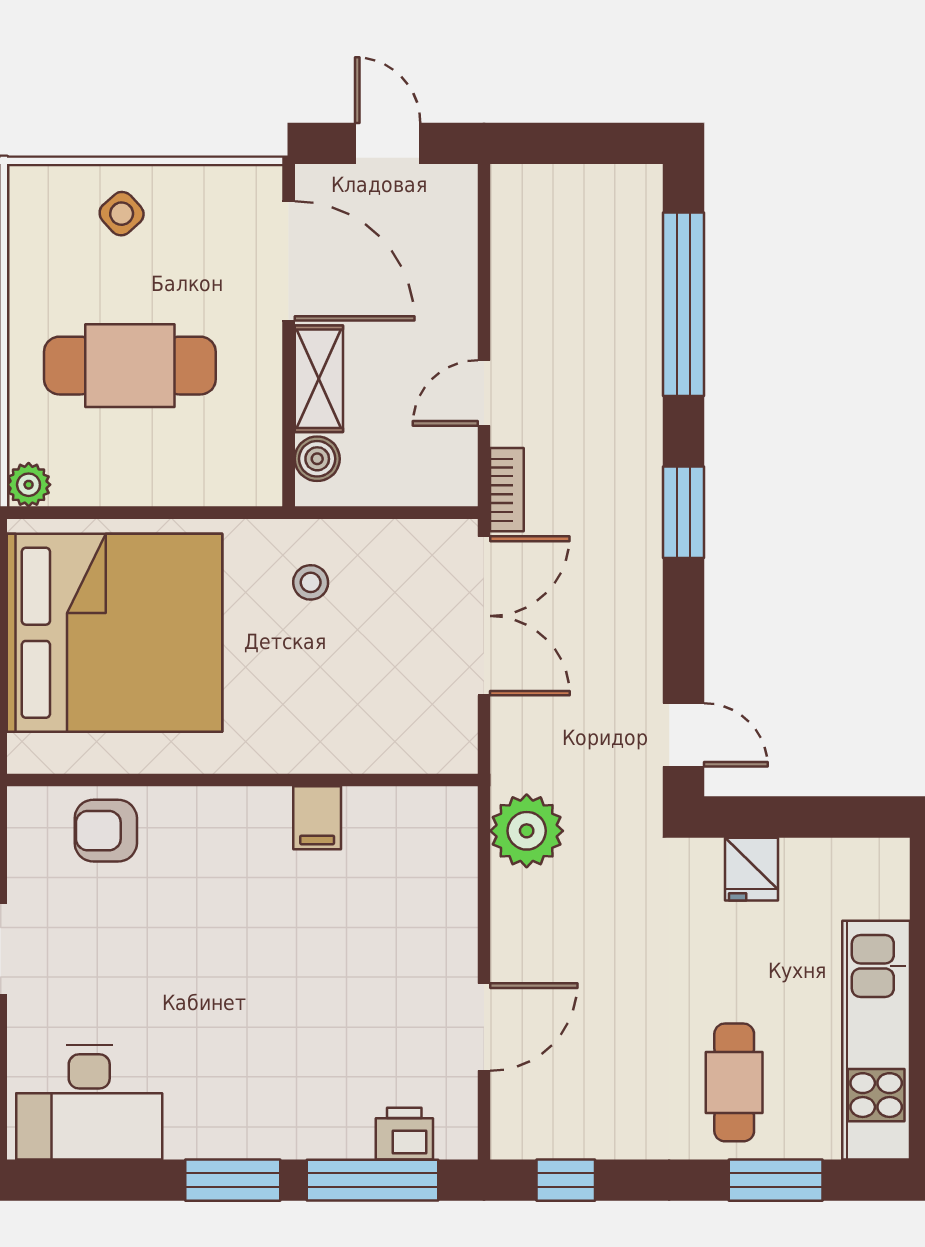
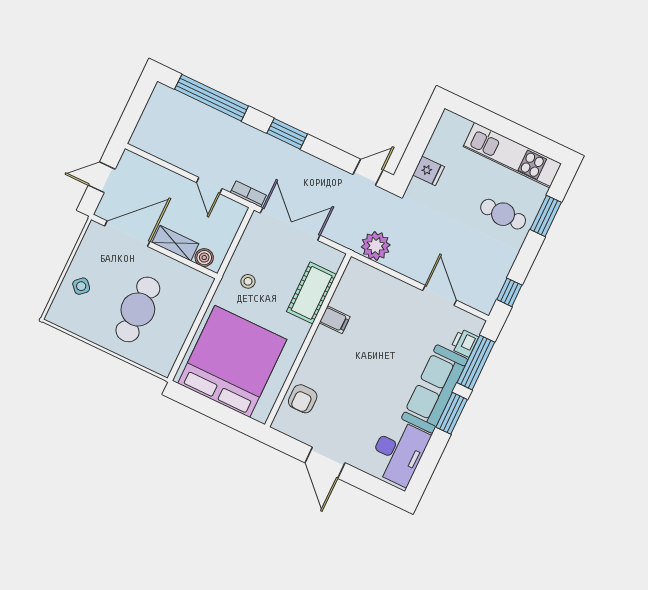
plant: (29, 485) -> (164, 367), removed
cot: (353, 737) -> (312, 293), added
sofa: (269, 1116) -> (435, 389), added

